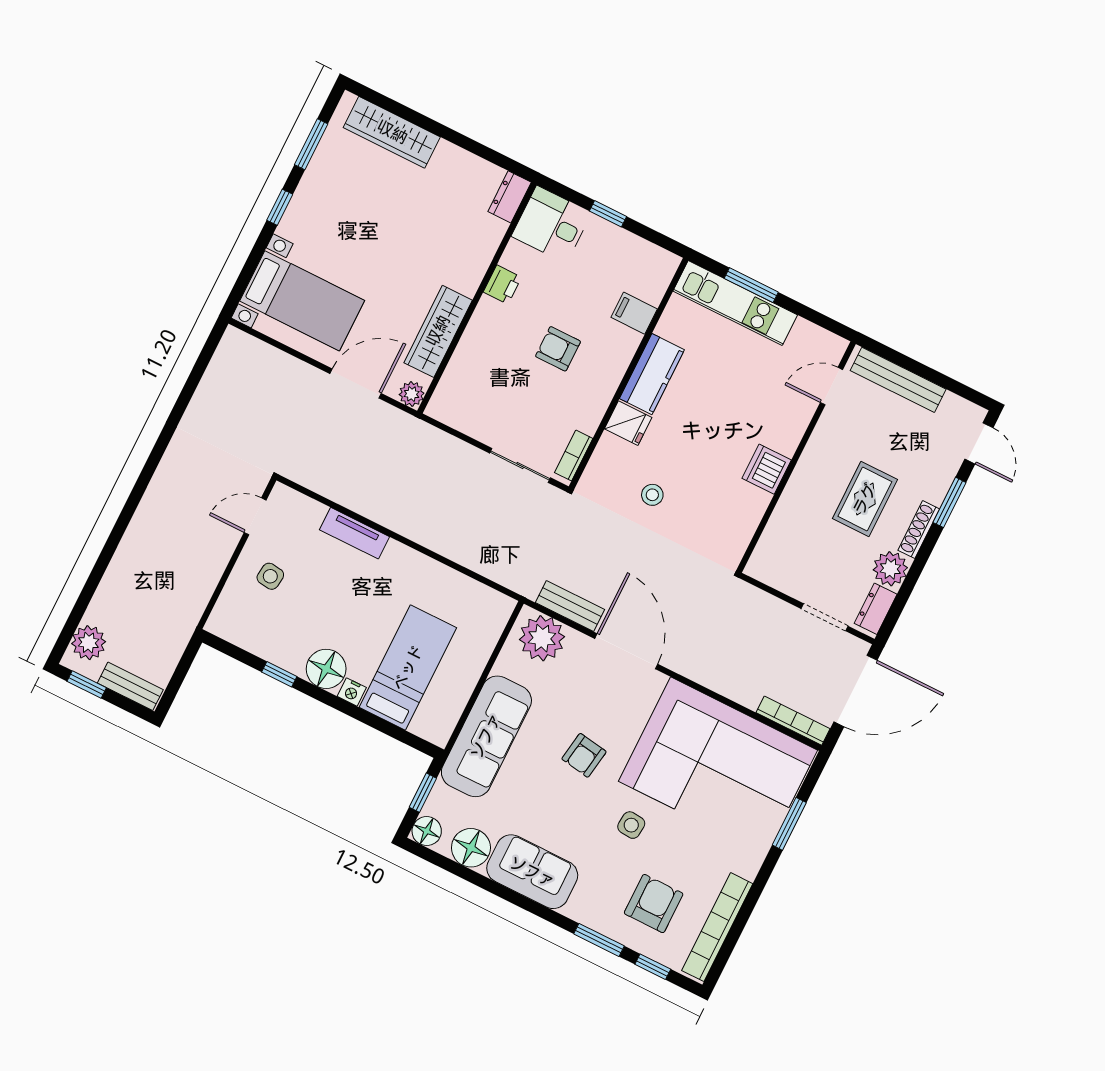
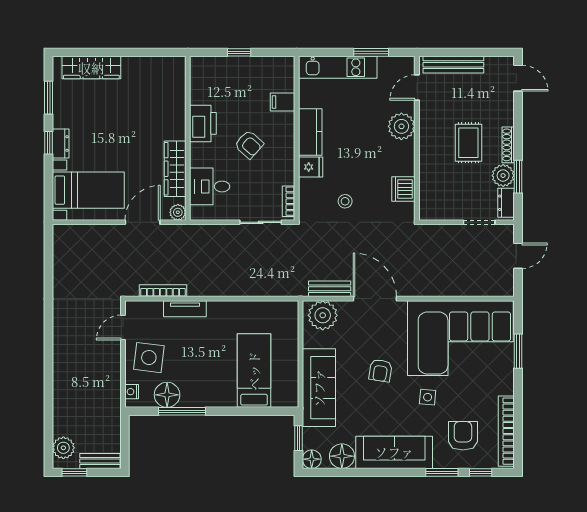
dresser: (510, 197) -> (61, 144), moved, turned 180
desk: (552, 224) -> (210, 186), moved
printer: (502, 285) -> (203, 123), width x1.87, depth x1.48
window: (751, 285) -> (371, 52), moved
armchair: (558, 349) -> (249, 144), turned -138
plant: (783, 430) -> (401, 126), added
dishwasher: (767, 469) -> (403, 189), moved
window: (949, 502) -> (518, 177), moved
side table: (270, 576) -> (149, 358), width x1.87, depth x1.87
floor lamp: (326, 669) -> (167, 395), moved
window: (279, 674) -> (182, 411), width x2.17
door: (855, 691) -> (518, 256), width x0.53
nightstand: (352, 692) -> (132, 392), moved, turned 90
bookcase: (793, 721) -> (163, 291), moved
sofa: (532, 872) -> (394, 452), width x1.36

